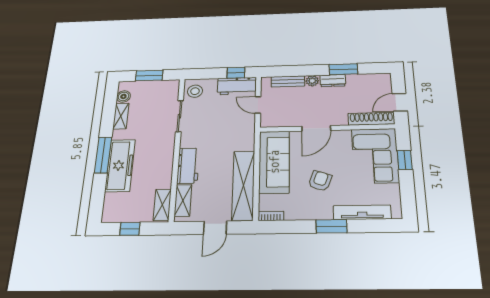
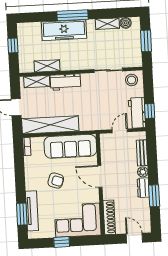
door: (400, 102) -> (134, 238), moved
window: (405, 160) -> (62, 242), moved
shelving: (162, 205) -> (47, 66), moved
window: (331, 226) -> (22, 214), moved

